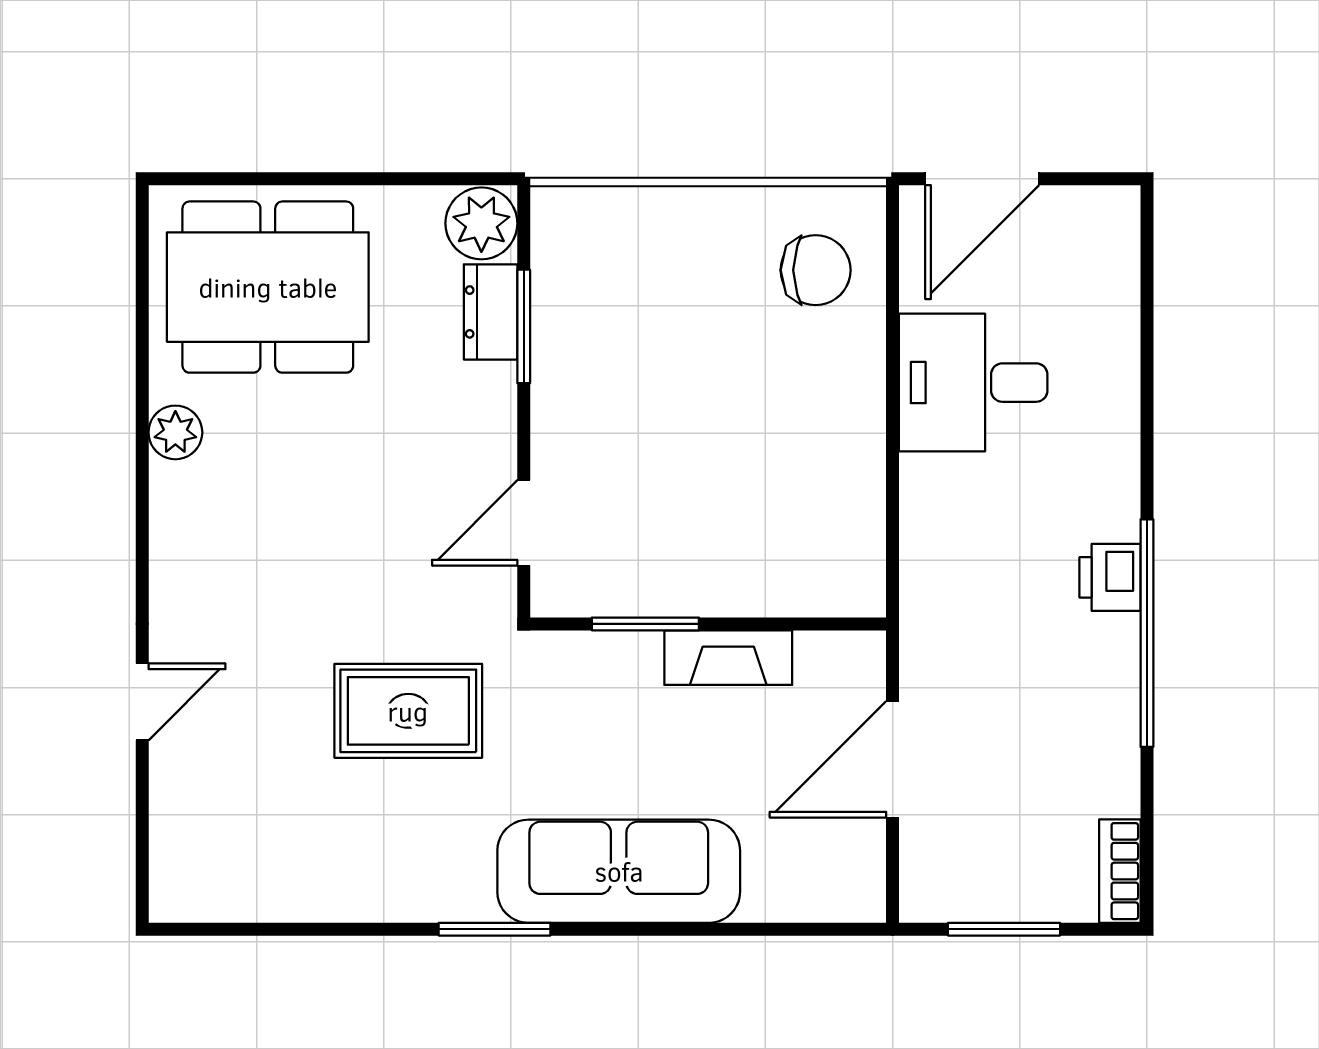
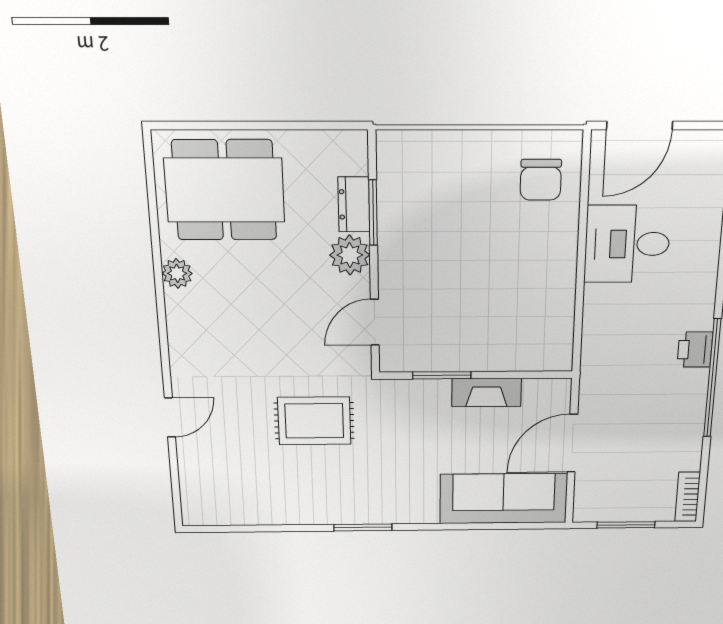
plant: (481, 223) -> (350, 255), moved
chair: (816, 270) -> (541, 180), turned 90
sofa: (619, 871) -> (504, 499), moved

